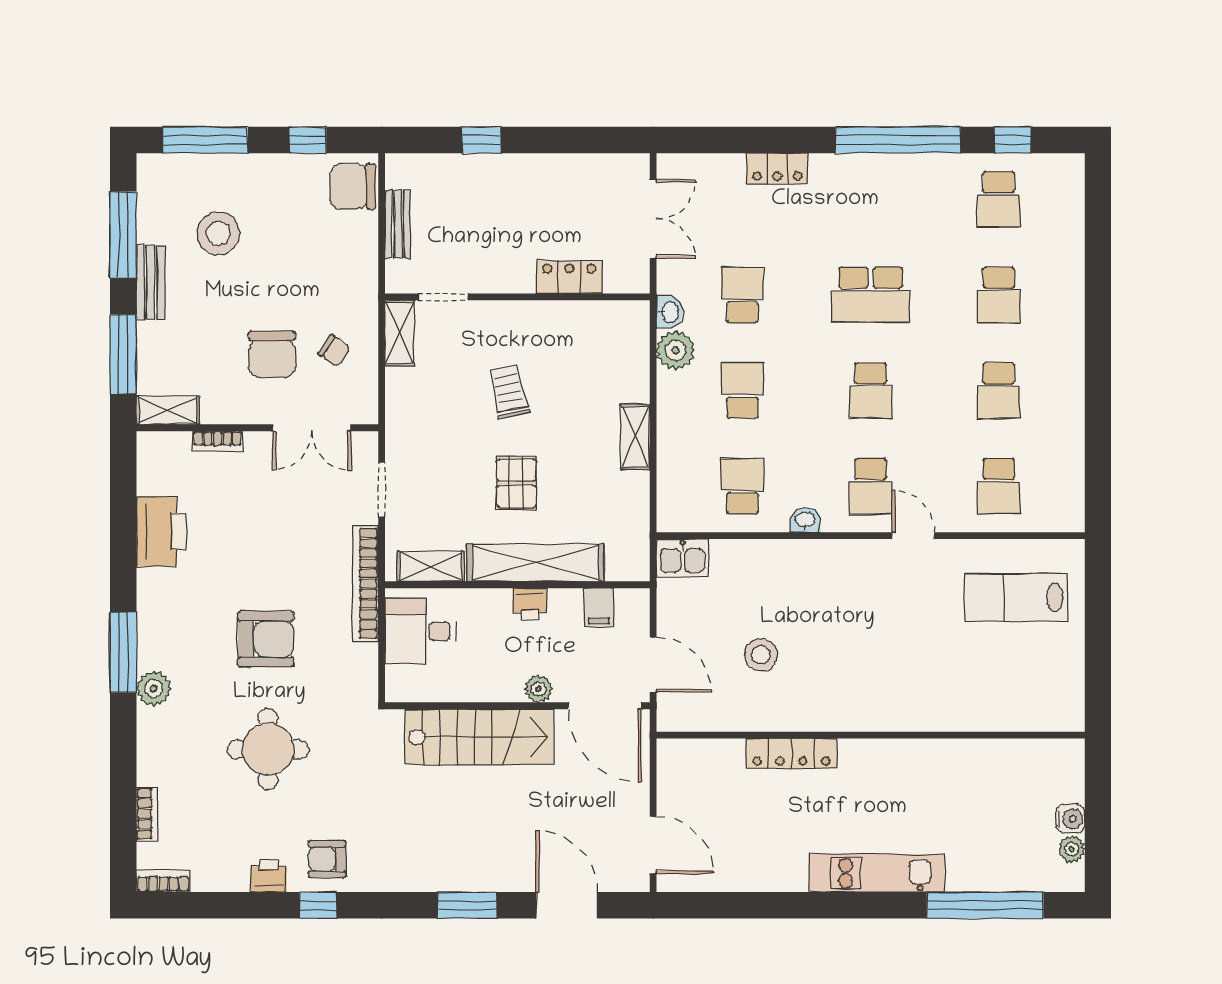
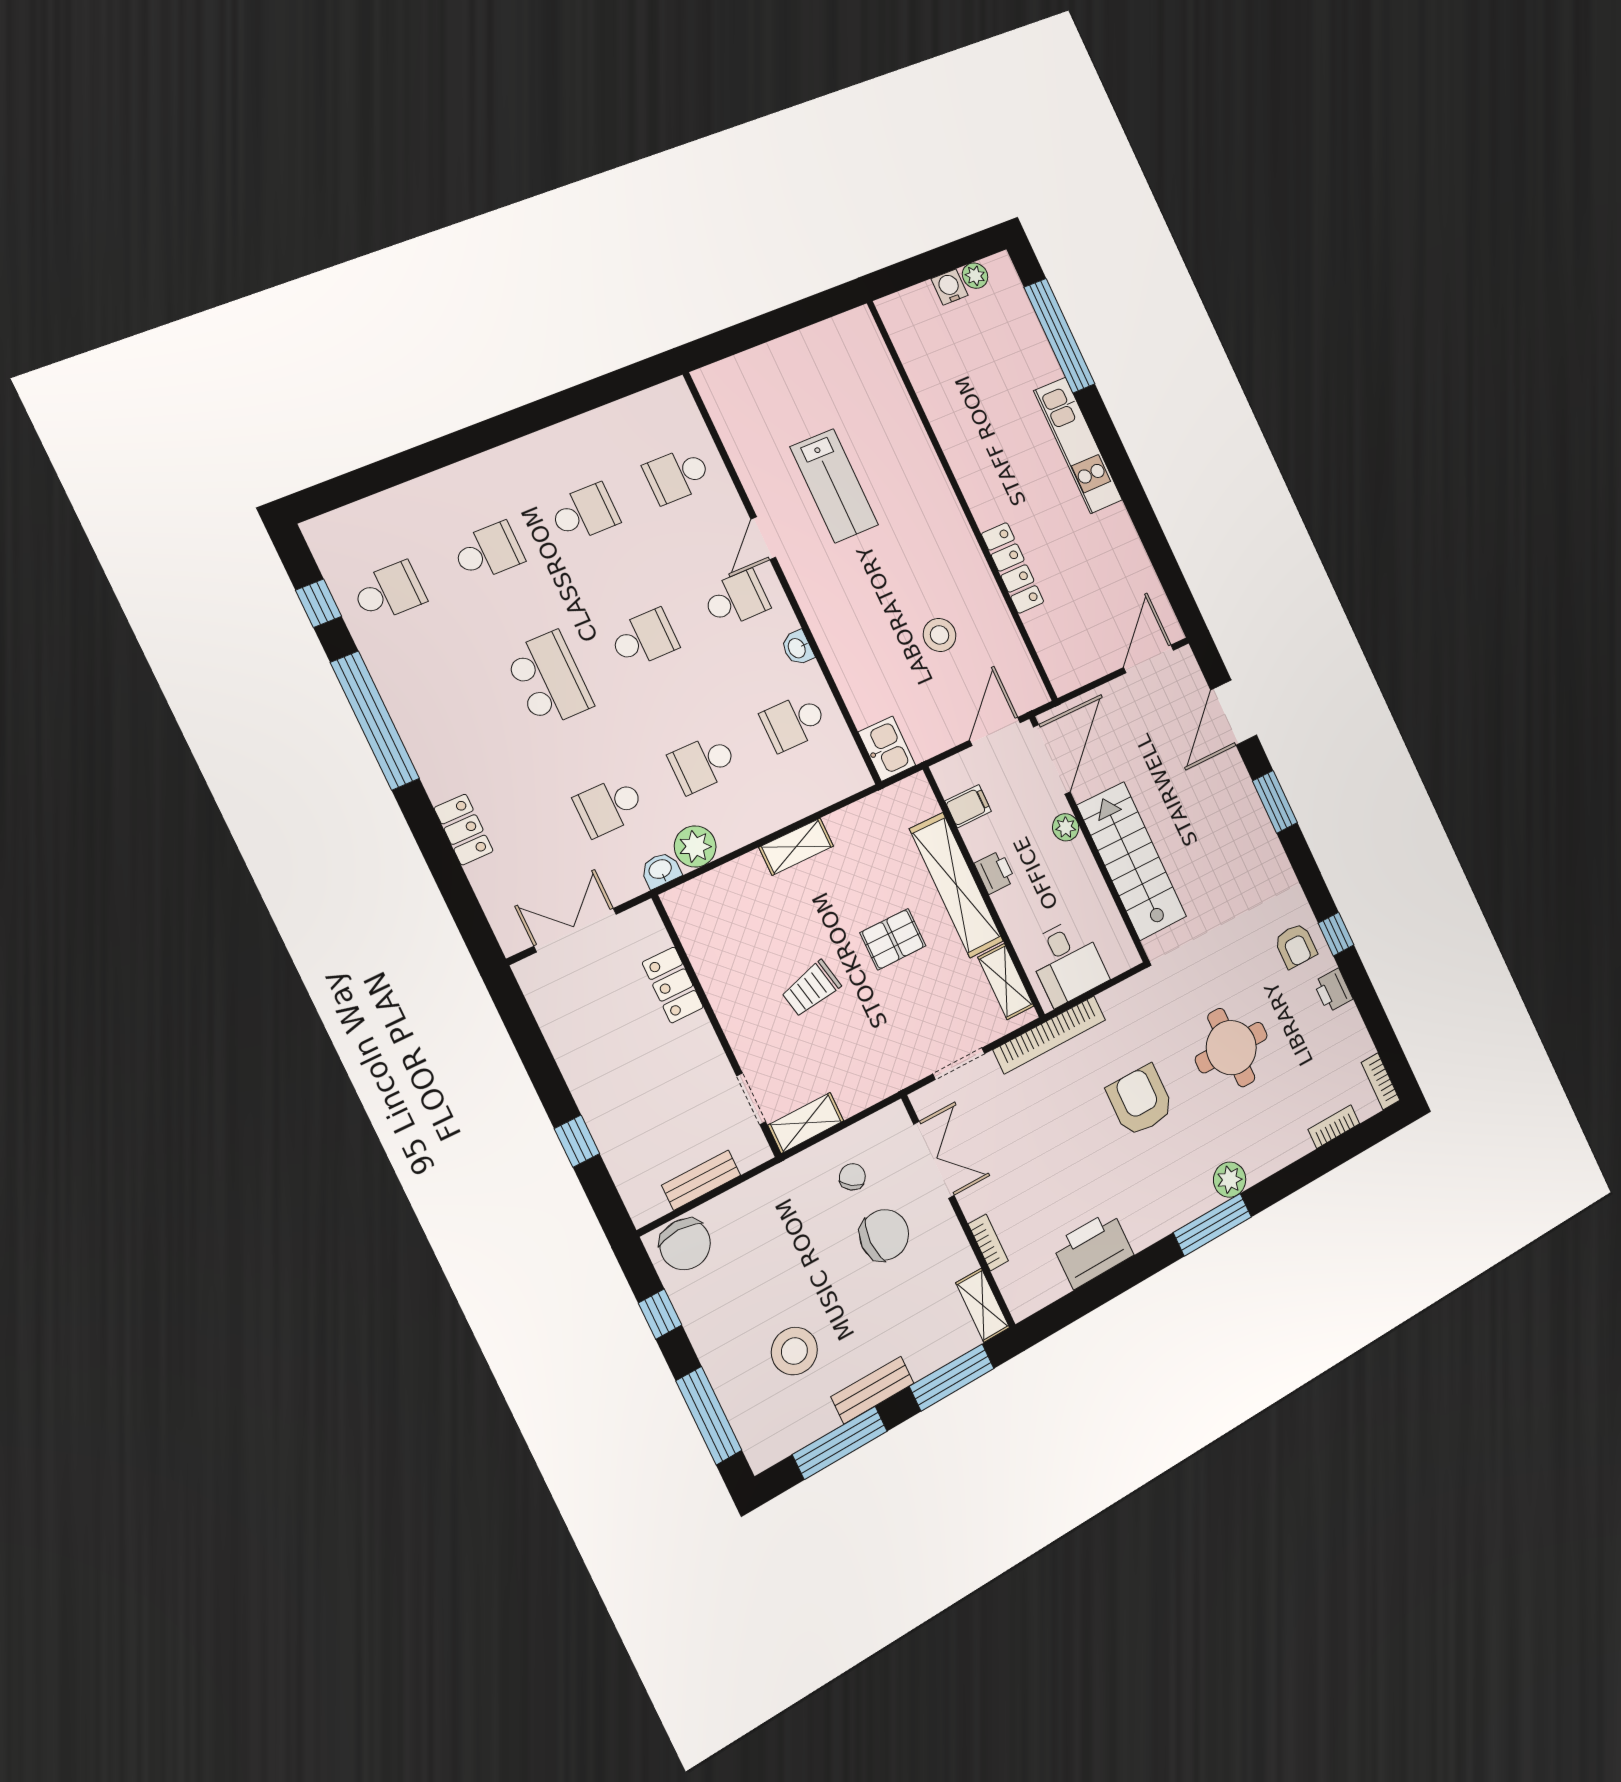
school desk: (999, 486) -> (677, 475), turned 180
lab bench: (1016, 597) -> (834, 486), moved

